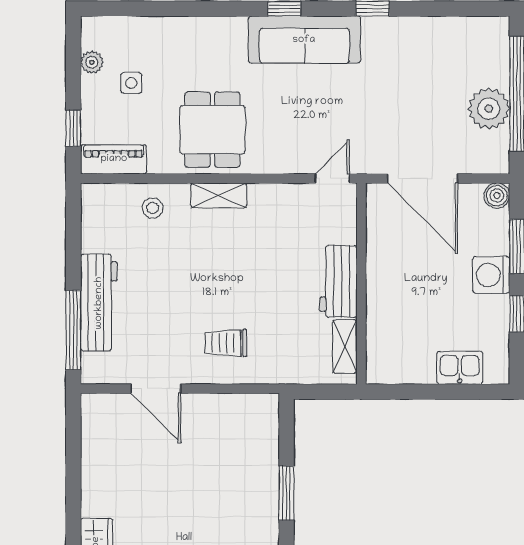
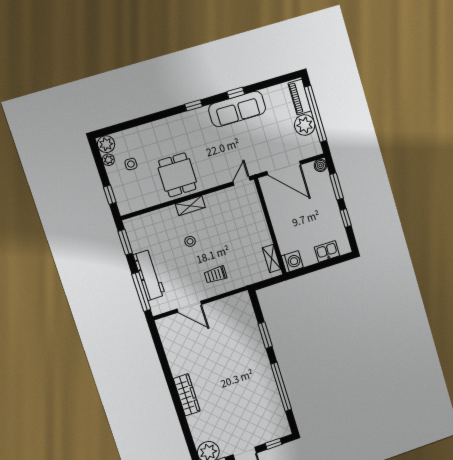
plant: (97, 32) -> (106, 144), added
sofa: (304, 40) -> (237, 109), moved
piano: (114, 159) -> (300, 97), moved, turned -90
stool: (153, 208) -> (190, 241), moved
window: (73, 226) -> (125, 242), added
washing machine: (491, 275) -> (292, 262), moved, turned 180
workbench: (338, 281) -> (259, 229), removed

